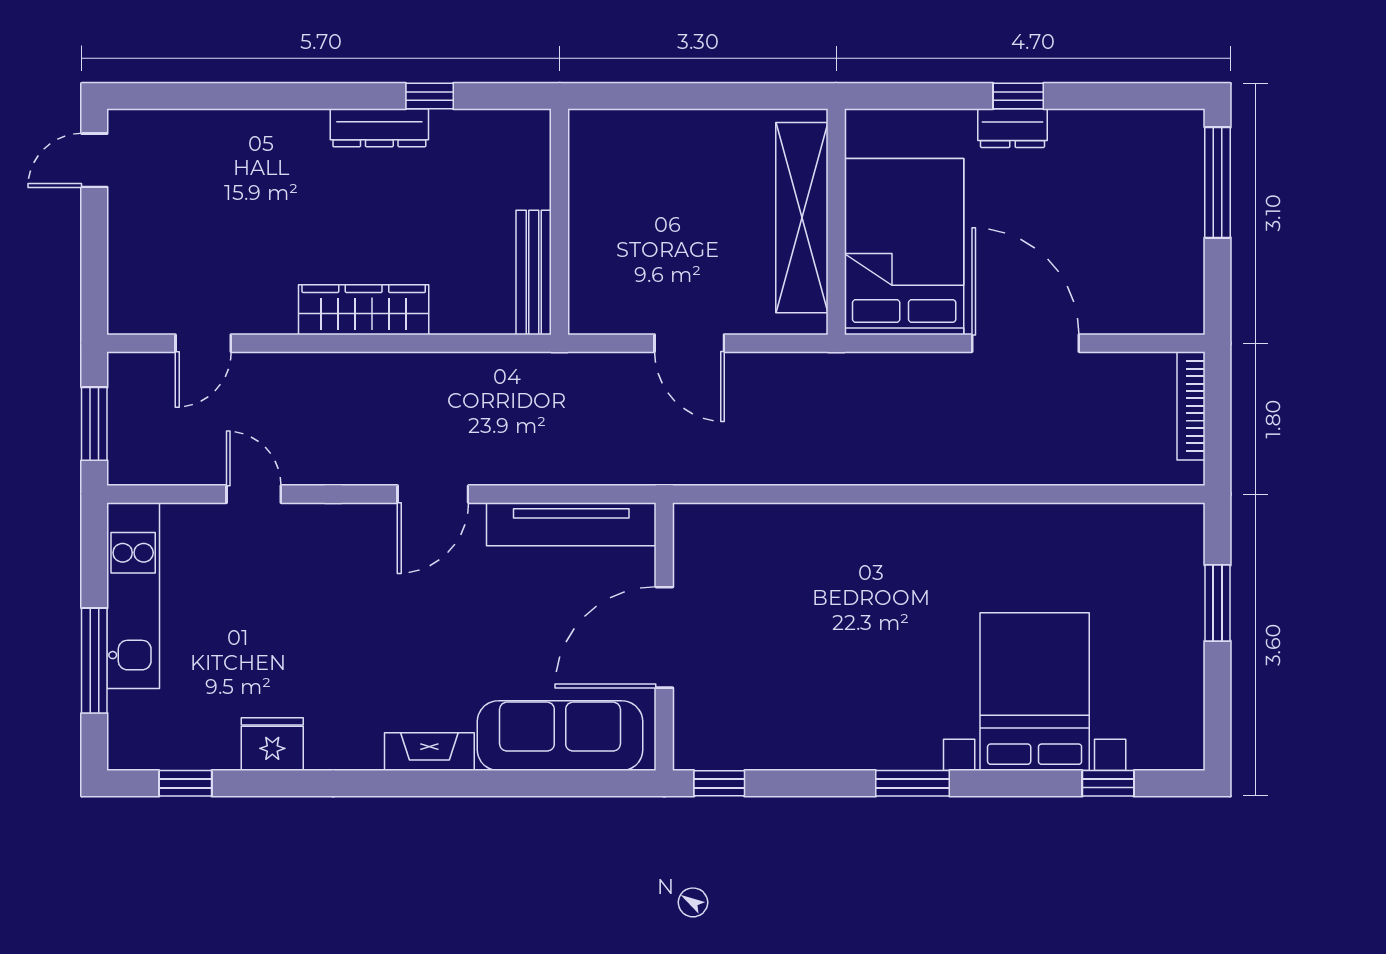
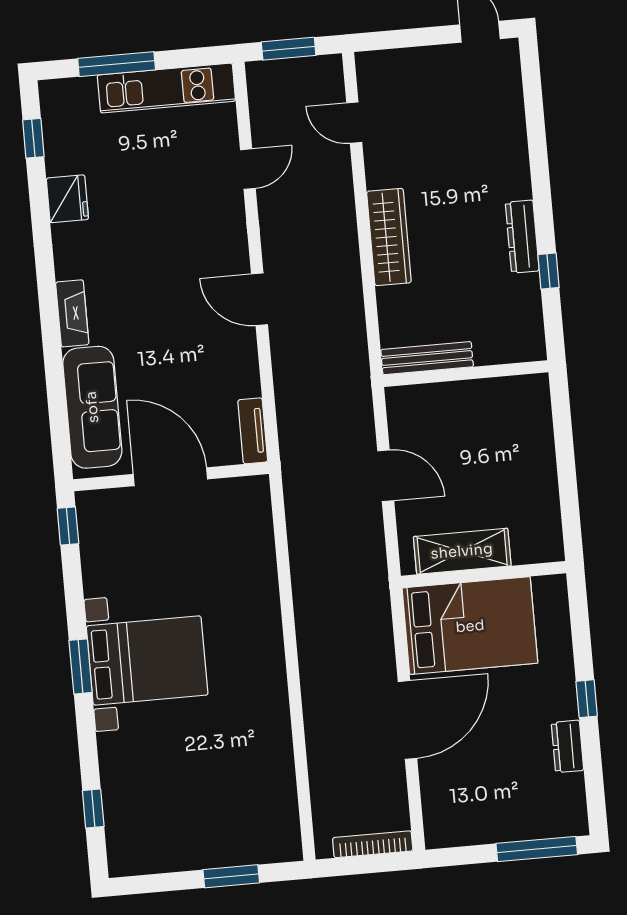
dresser: (1012, 128) -> (567, 746), moved
shelving: (802, 218) -> (462, 551), width x0.68
door: (689, 343) -> (386, 476), swing flipped
tv unit: (571, 524) -> (253, 431), width x0.52, depth x0.78
bed with nightstands: (1035, 692) -> (147, 660), moved

